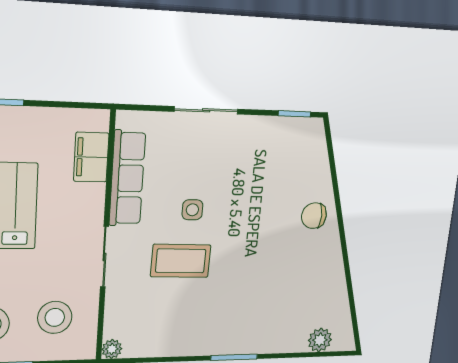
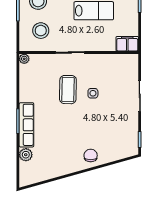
filing cabinet: (91, 157) -> (127, 44), moved
row of seats: (127, 178) -> (26, 125), moved, turned -90
plant: (320, 340) -> (26, 155), moved

